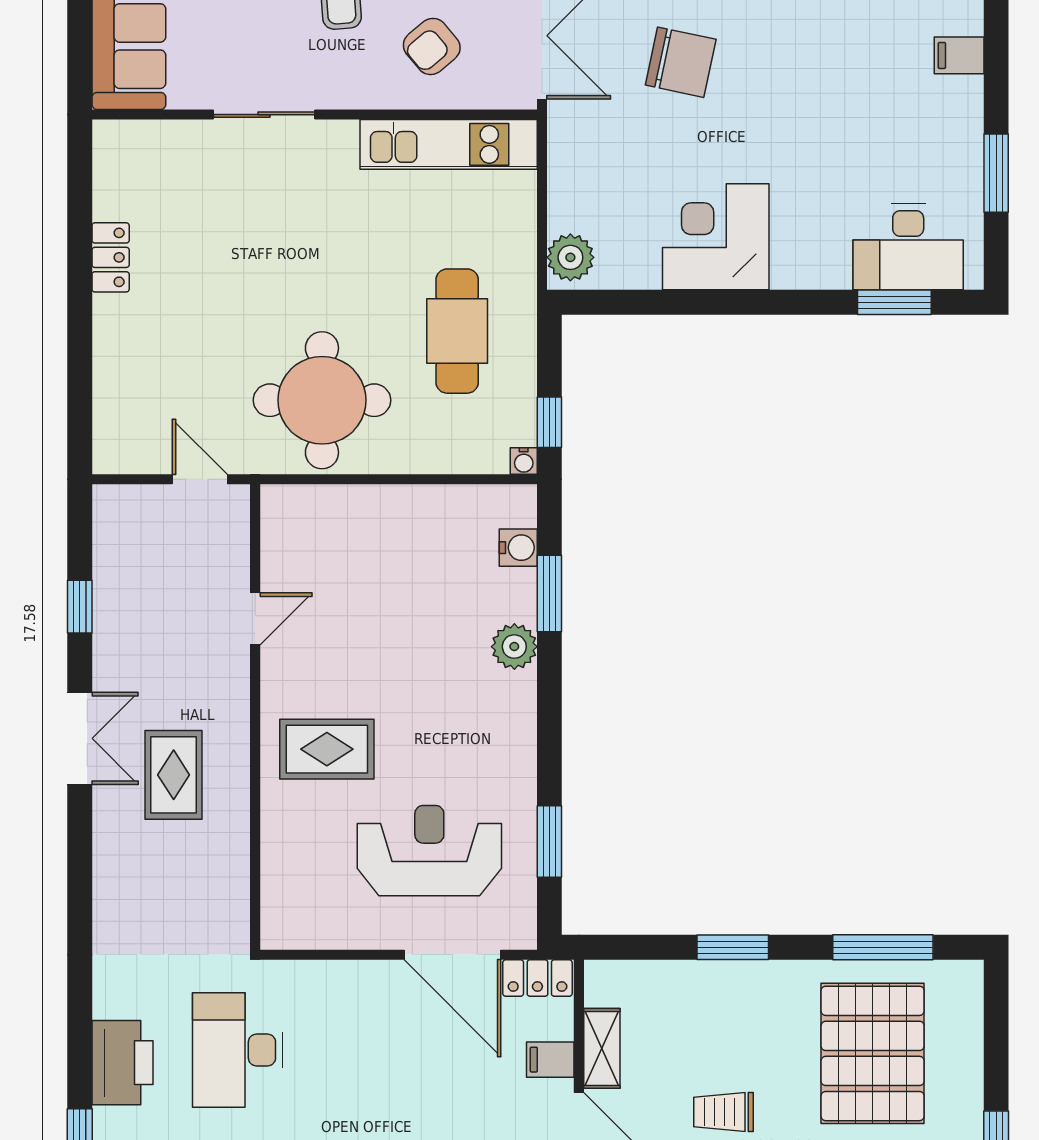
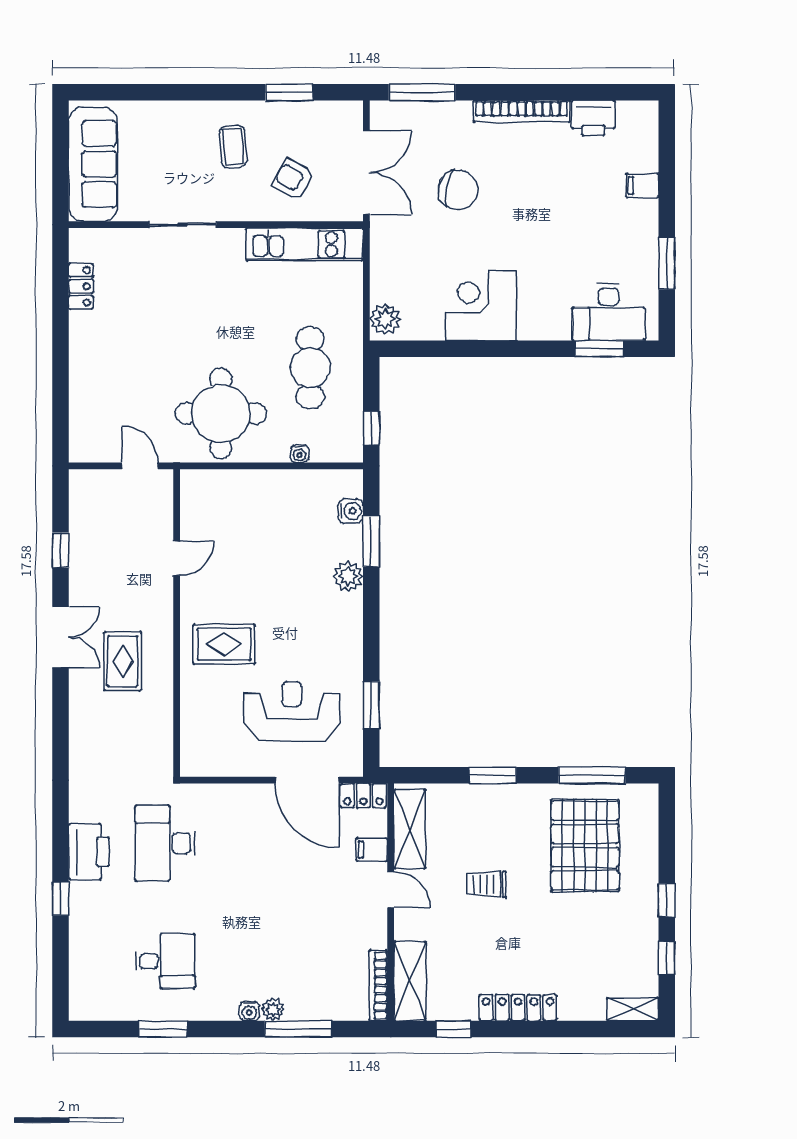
armchair: (432, 46) -> (293, 180), turned 69
locker: (111, 257) -> (81, 286), moved
water cooler: (524, 461) -> (300, 454), moved
shelving: (602, 1048) -> (410, 829), width x1.50, depth x1.33

